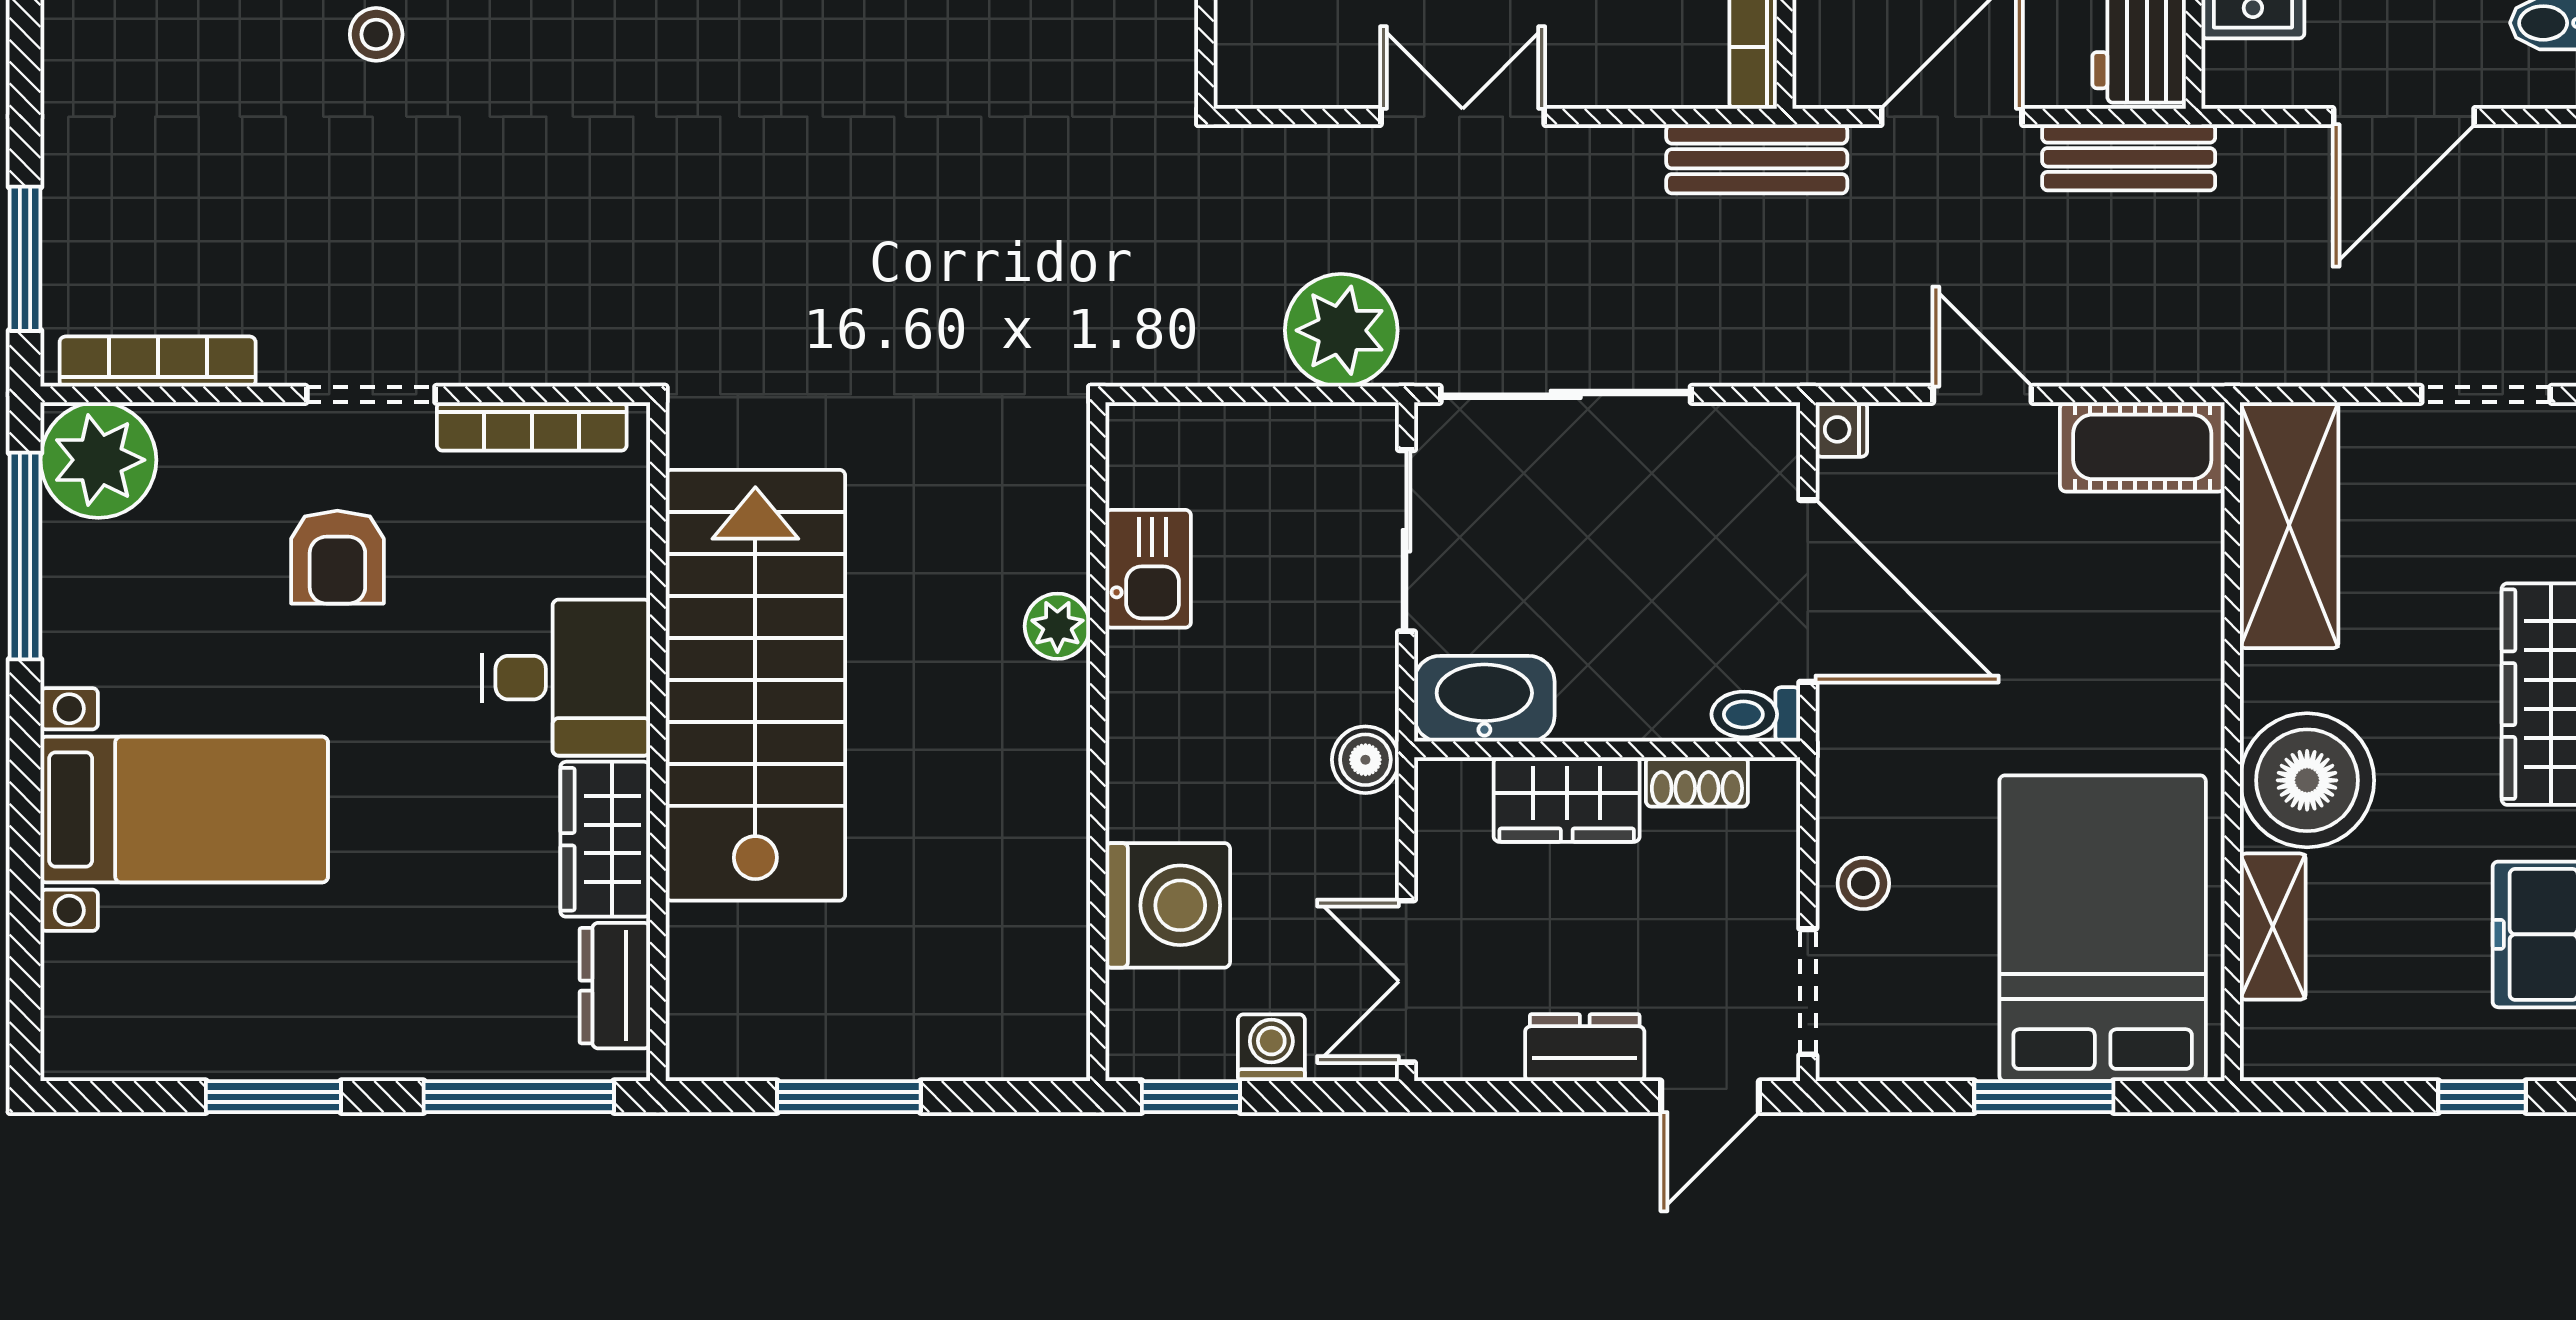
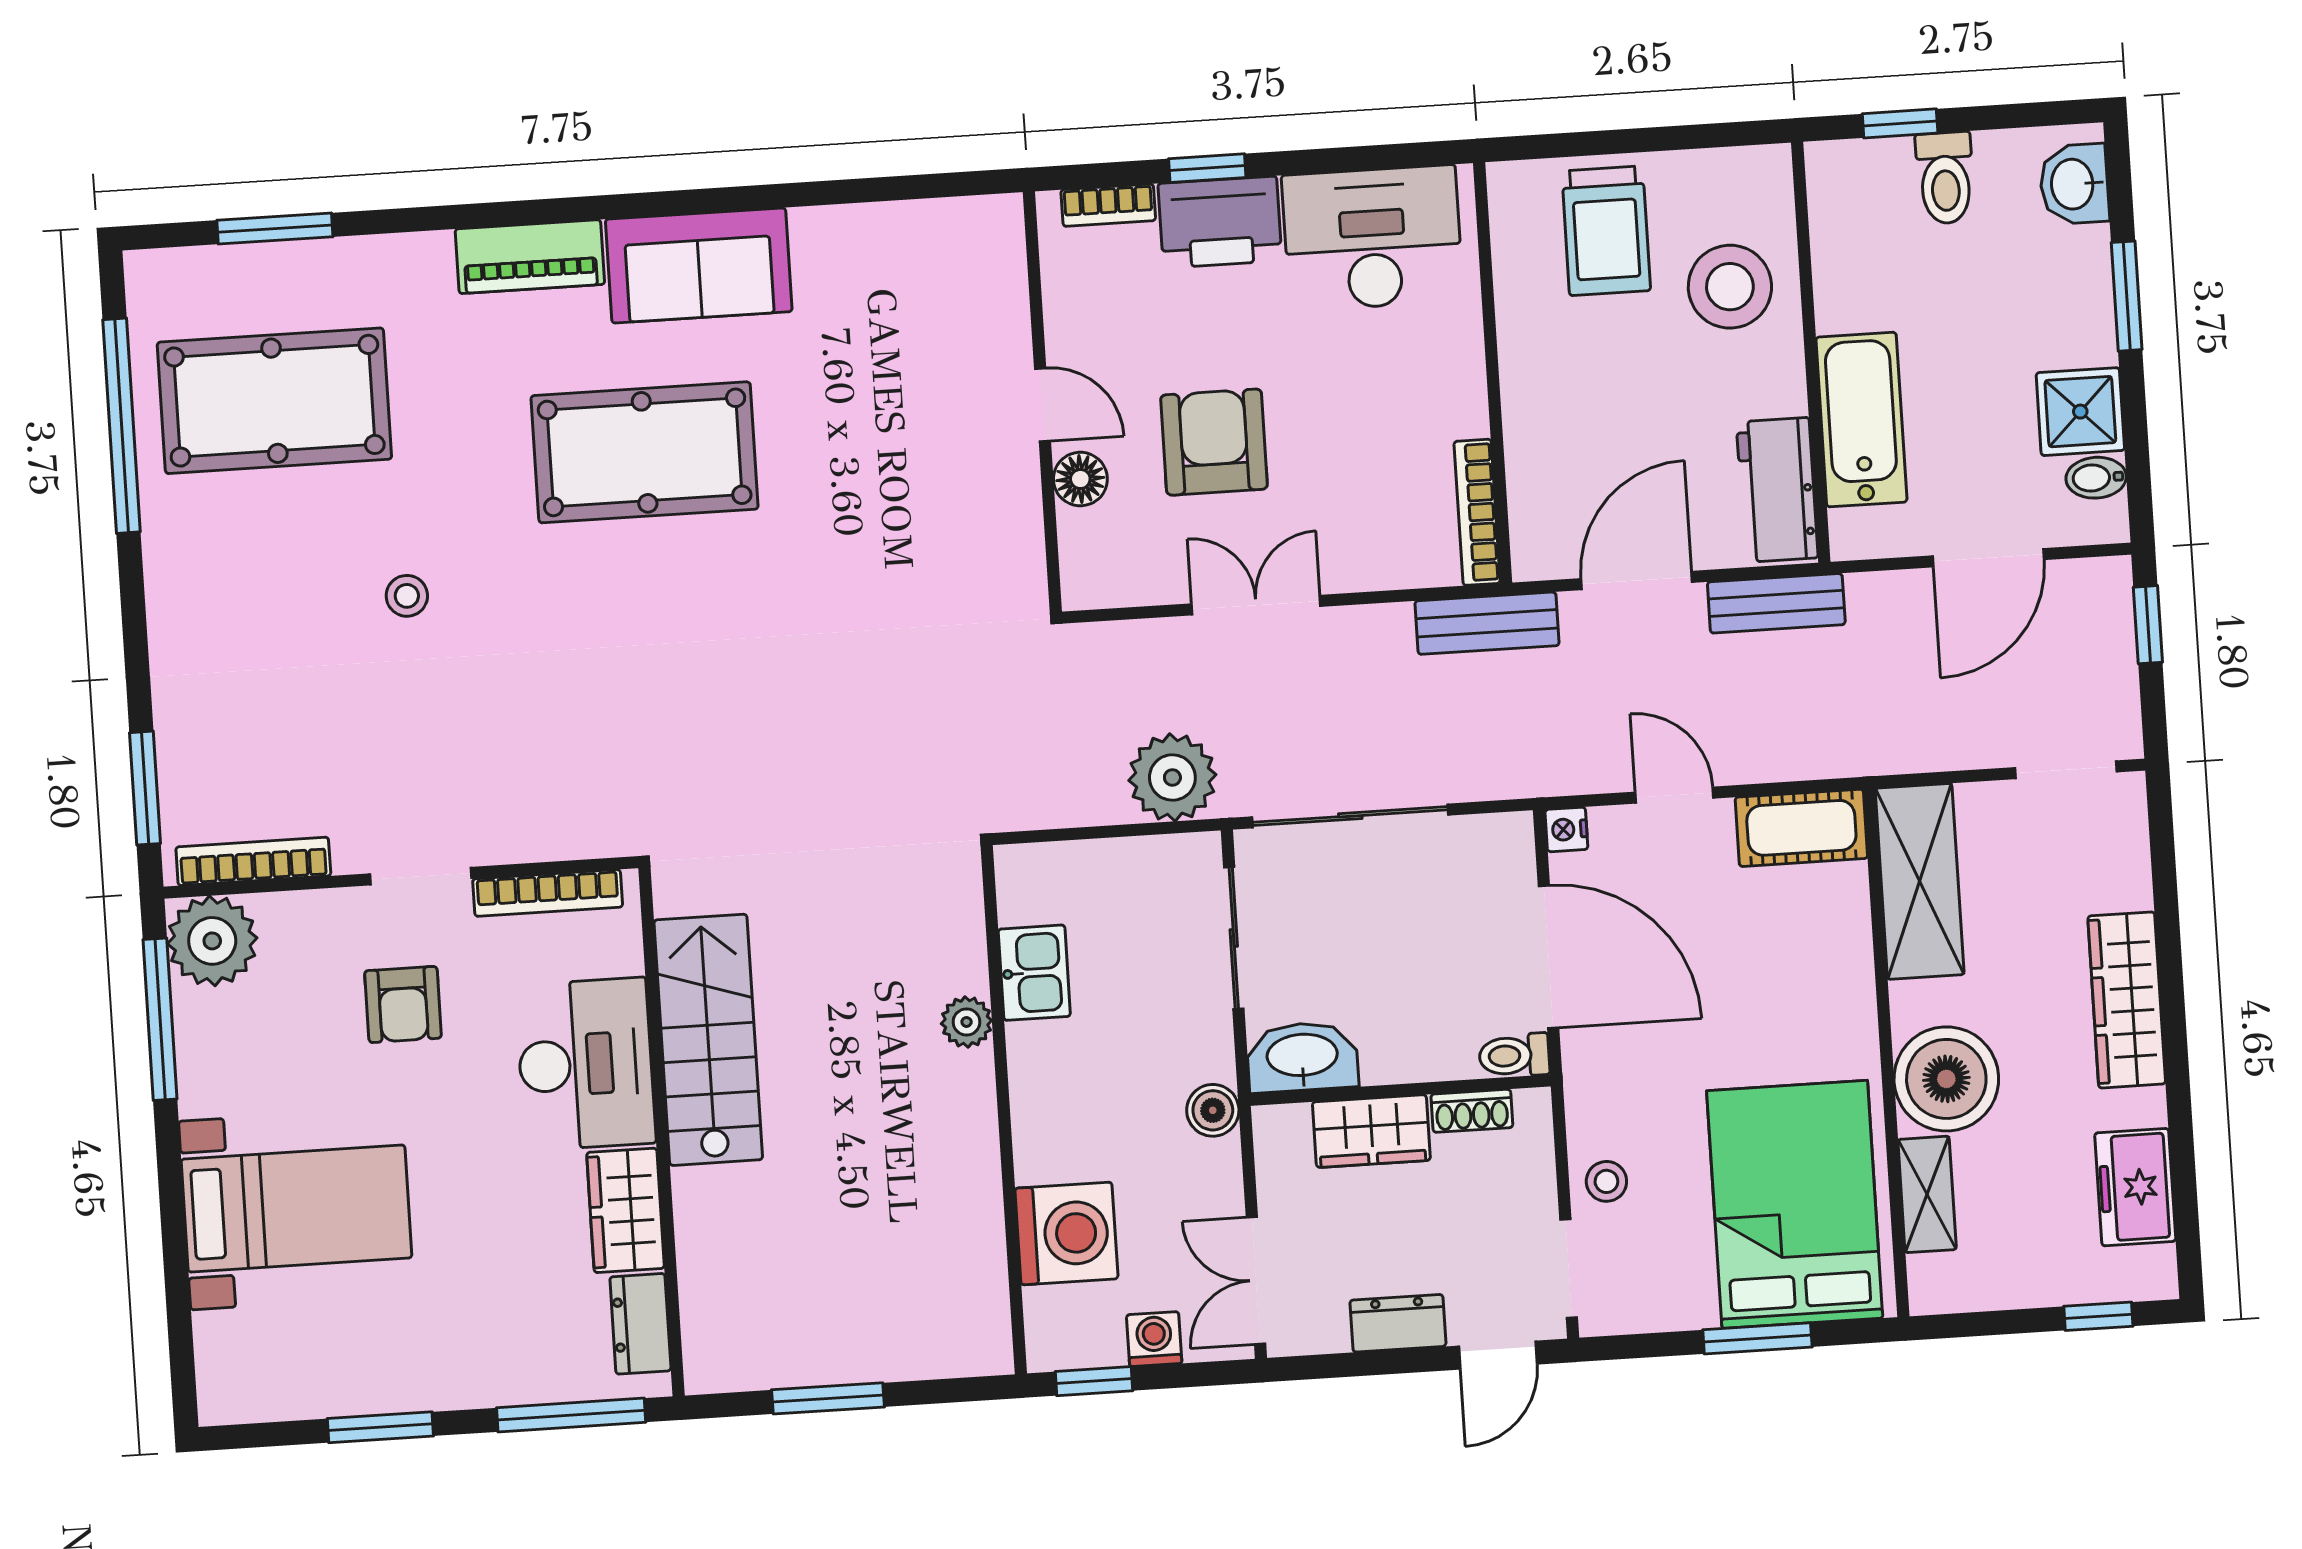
desk: (566, 678) -> (585, 1064), width x1.37
stairs: (755, 685) -> (708, 1040), width x0.73, depth x0.66

